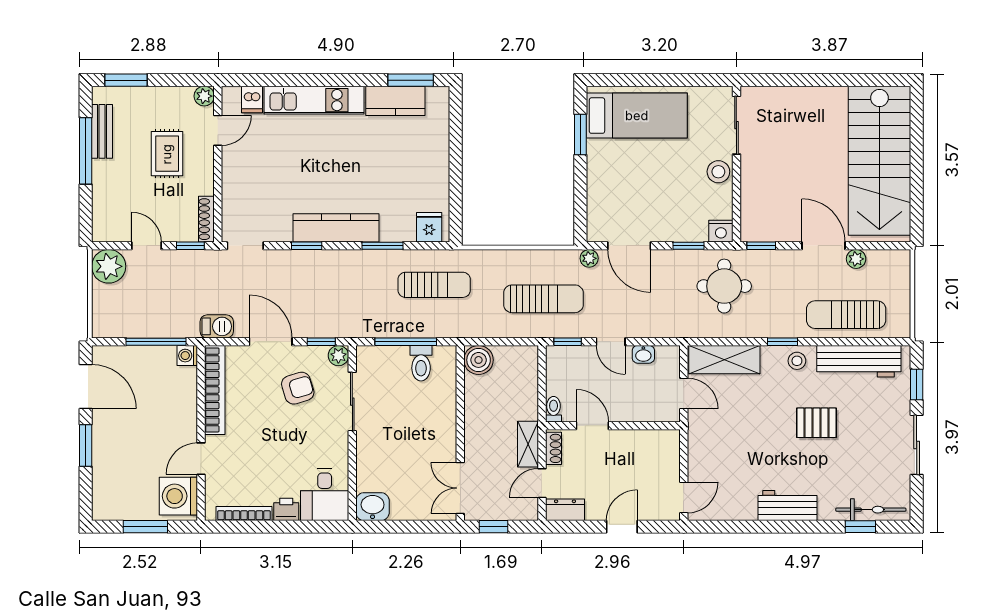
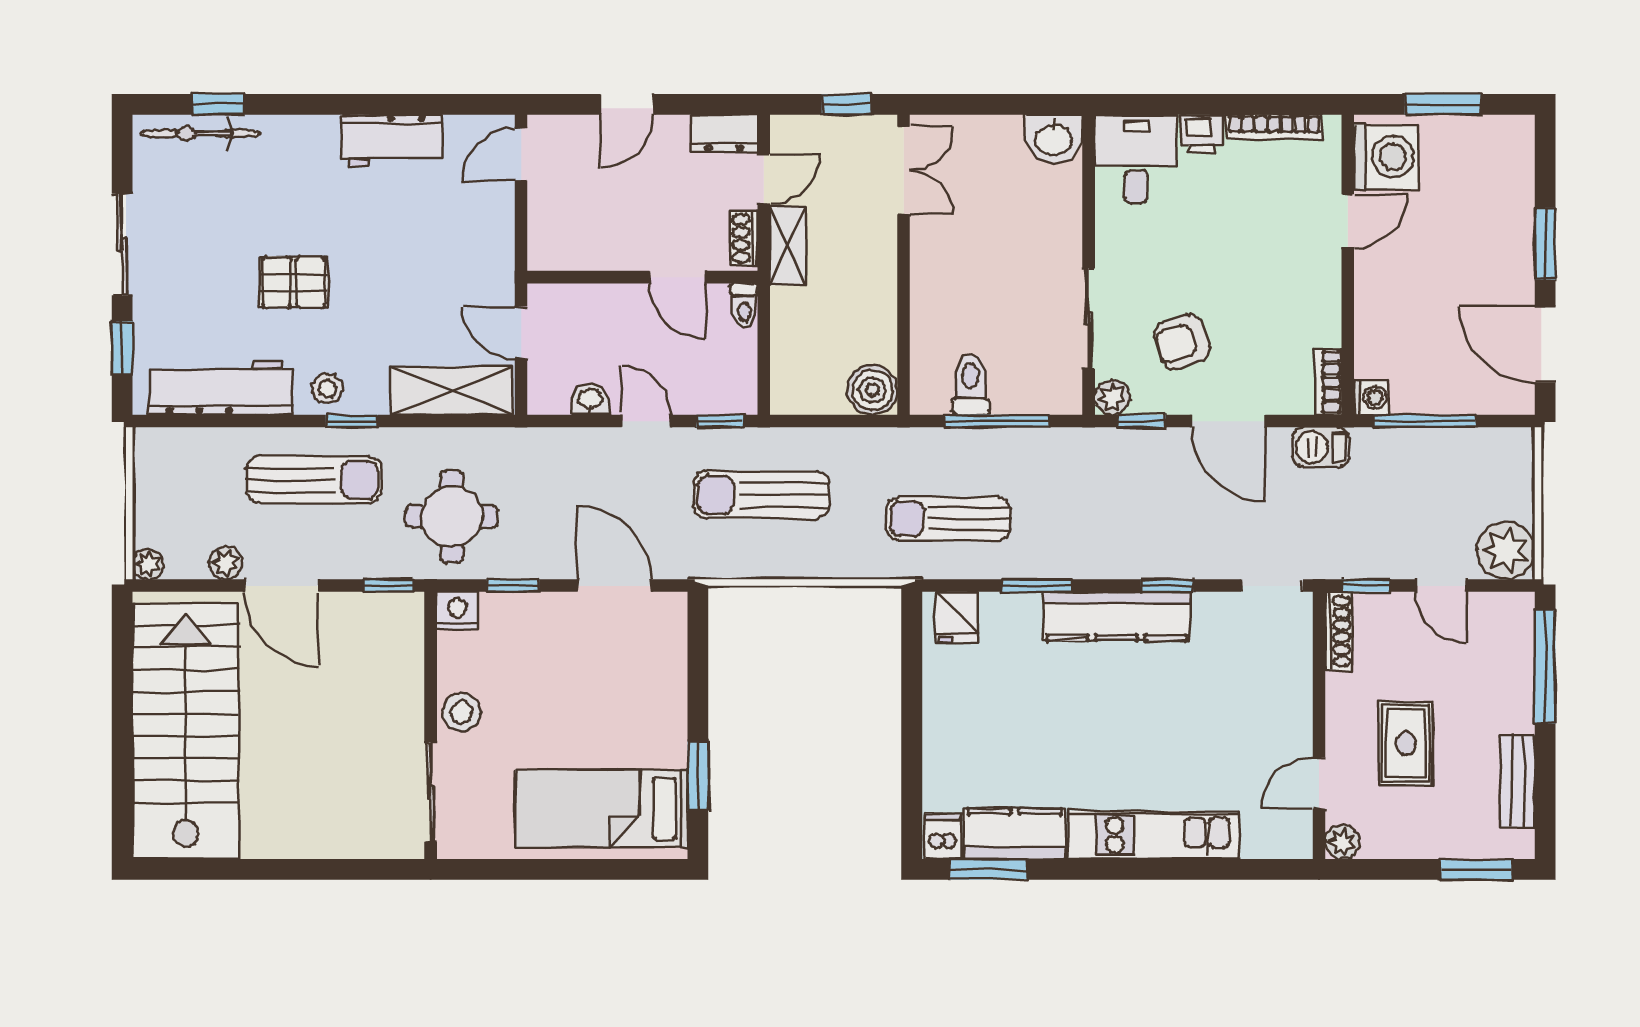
dishwasher: (252, 99) -> (943, 836), moved
window: (86, 151) -> (1545, 666), moved
plant: (589, 258) -> (148, 564), moved
sun lounger: (846, 315) -> (314, 480), moved
bookcase: (215, 390) -> (1328, 382), width x0.43, depth x0.76
workbench: (787, 506) -> (391, 141), moved

